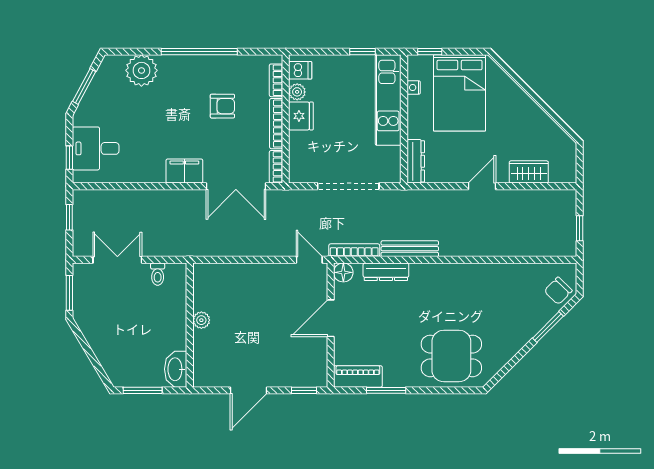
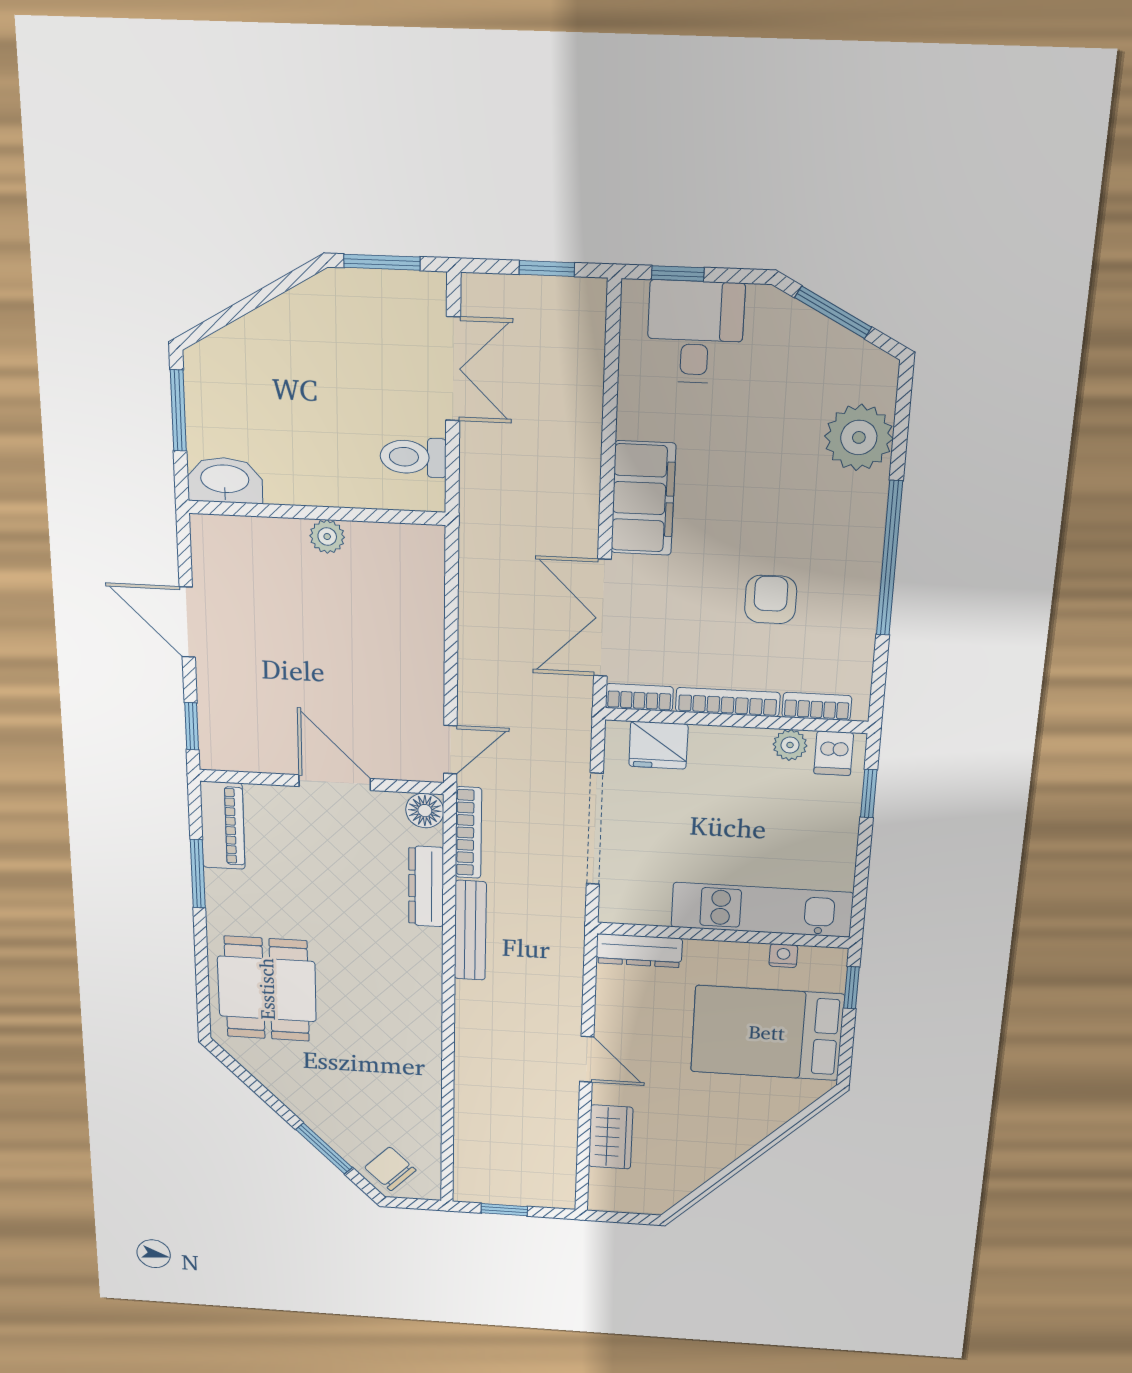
window: (362, 52) -> (869, 794), moved
armchair: (222, 106) -> (771, 599), turned 180
fridge: (301, 116) -> (658, 745), moved
filing cabinet: (184, 171) -> (643, 498), width x1.50, depth x1.17
toilet: (158, 274) -> (413, 457), width x1.37, depth x1.39

